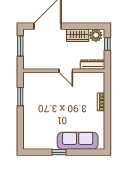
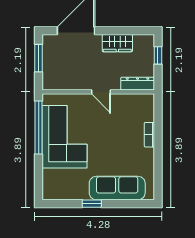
plant: (96, 35) -> (142, 43), removed
window: (20, 97) -> (39, 127), width x2.11
corner sofa: (39, 103) -> (65, 137), added

